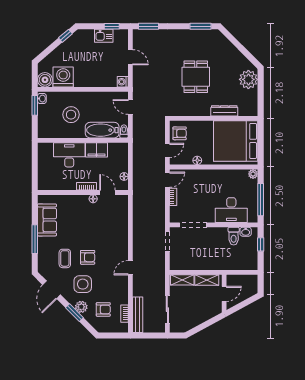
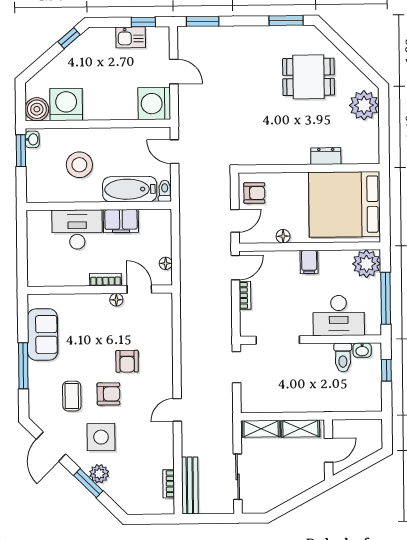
dining table: (196, 77) -> (309, 77), moved, turned 90
washing machine: (123, 82) -> (154, 104), width x1.89, depth x1.89
dresser: (224, 111) -> (326, 156), width x0.70
plant: (253, 174) -> (367, 264), width x1.87, depth x1.87
filing cabinet: (213, 177) -> (309, 262), added
armchair: (103, 309) -> (127, 361), moved, turned 90

